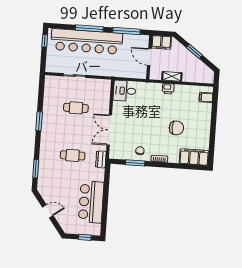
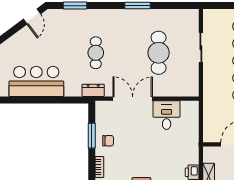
desk: (125, 91) -> (167, 115), moved
cafe table: (76, 108) -> (159, 53), width x1.37, depth x1.35
door: (48, 211) -> (32, 16), moved

